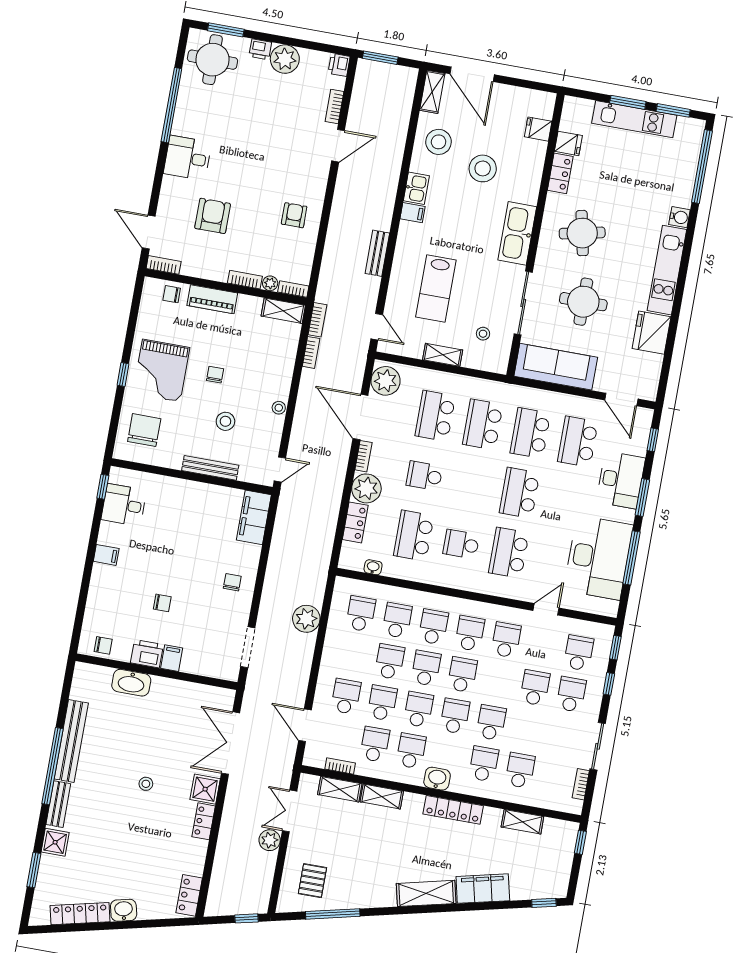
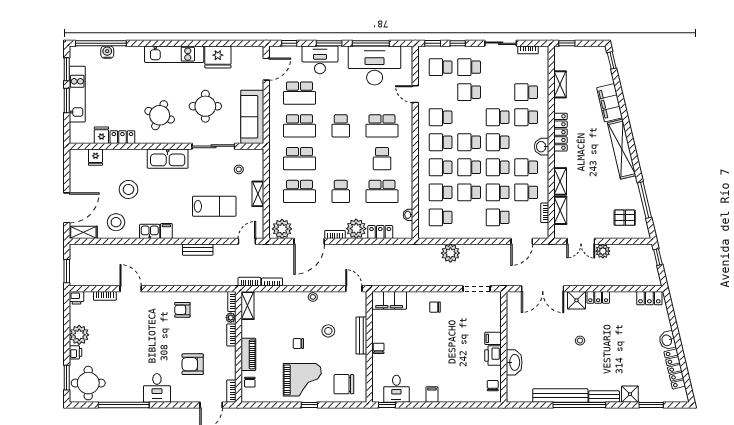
water cooler: (679, 217) -> (107, 52), moved
round table: (582, 233) -> (160, 115), turned 33
school desk: (520, 493) -> (341, 126), width x0.54
chair: (162, 603) -> (379, 348), moved
shelving: (426, 893) -> (622, 149), width x1.47

